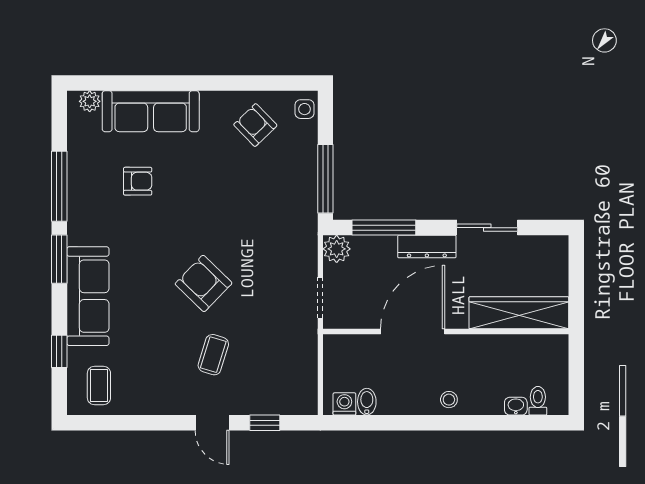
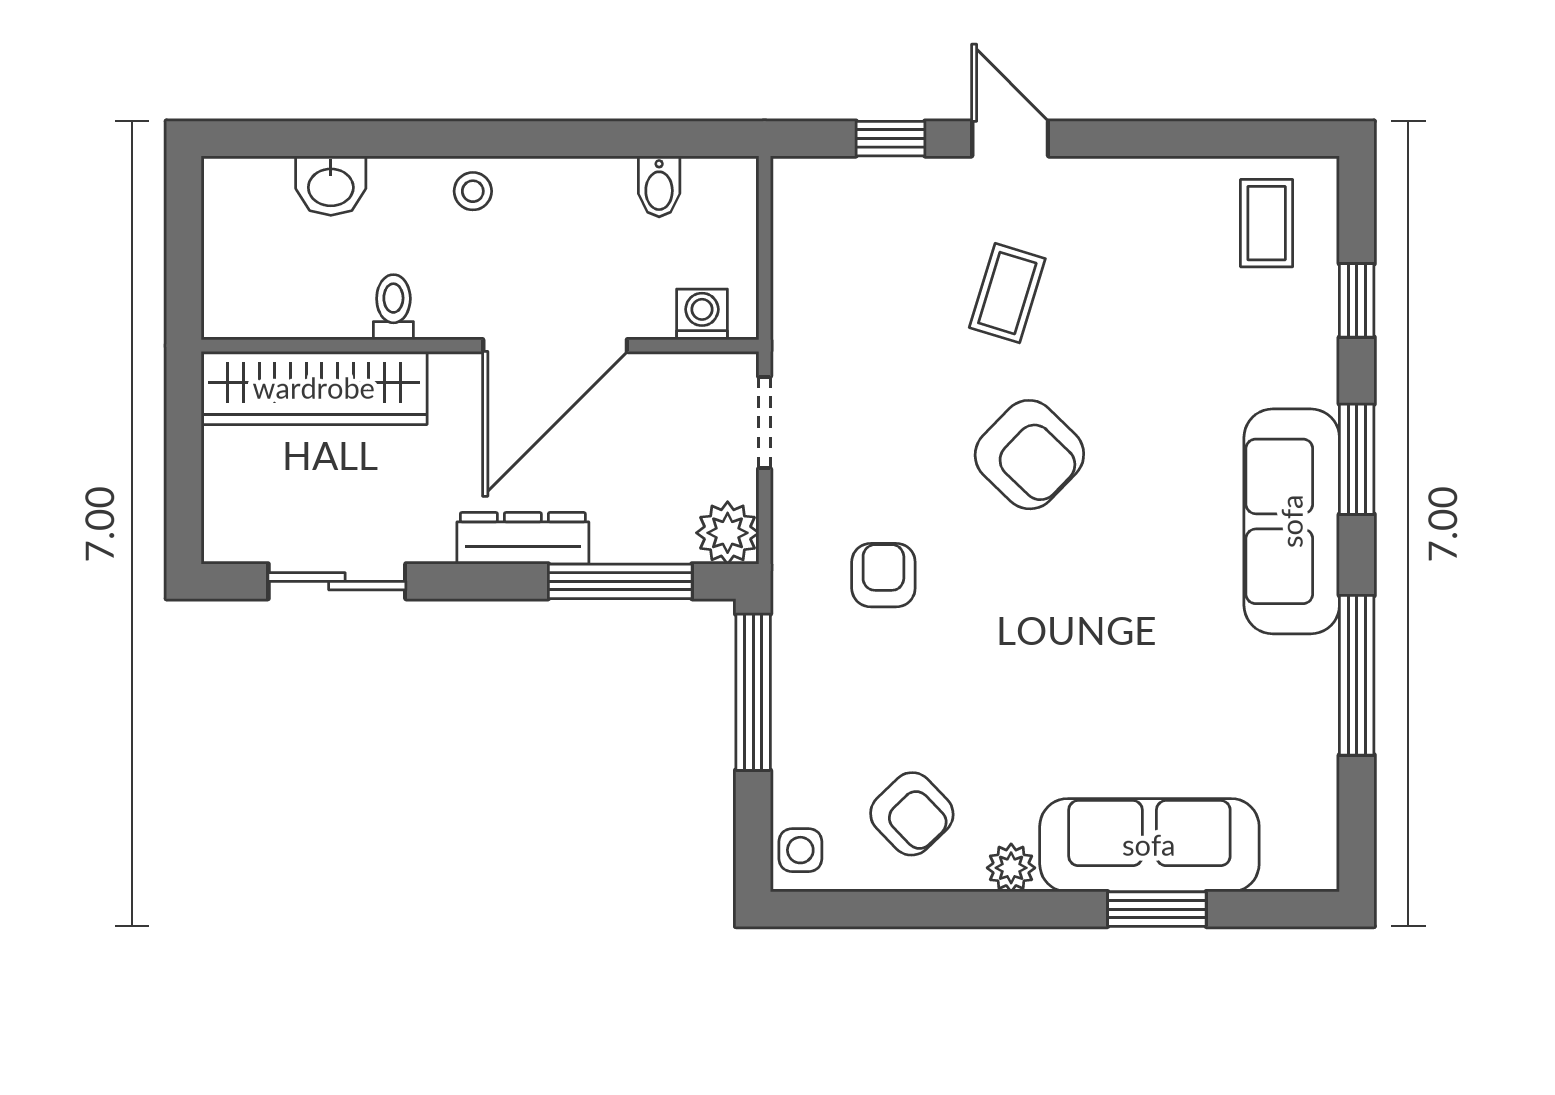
window: (147, 83) -> (1157, 909), added
plant: (90, 101) -> (1011, 868), moved
armchair: (138, 181) -> (883, 575), moved, turned 90
sliding door: (487, 228) -> (337, 581), moved
window: (59, 259) -> (1357, 459), moved
sofa: (88, 296) -> (1292, 521), moved
toilet: (538, 401) -> (393, 307), moved, turned 180
washing machine: (344, 404) -> (702, 314), moved, turned 180
washbasin: (516, 406) -> (331, 186), width x1.38, depth x1.45

